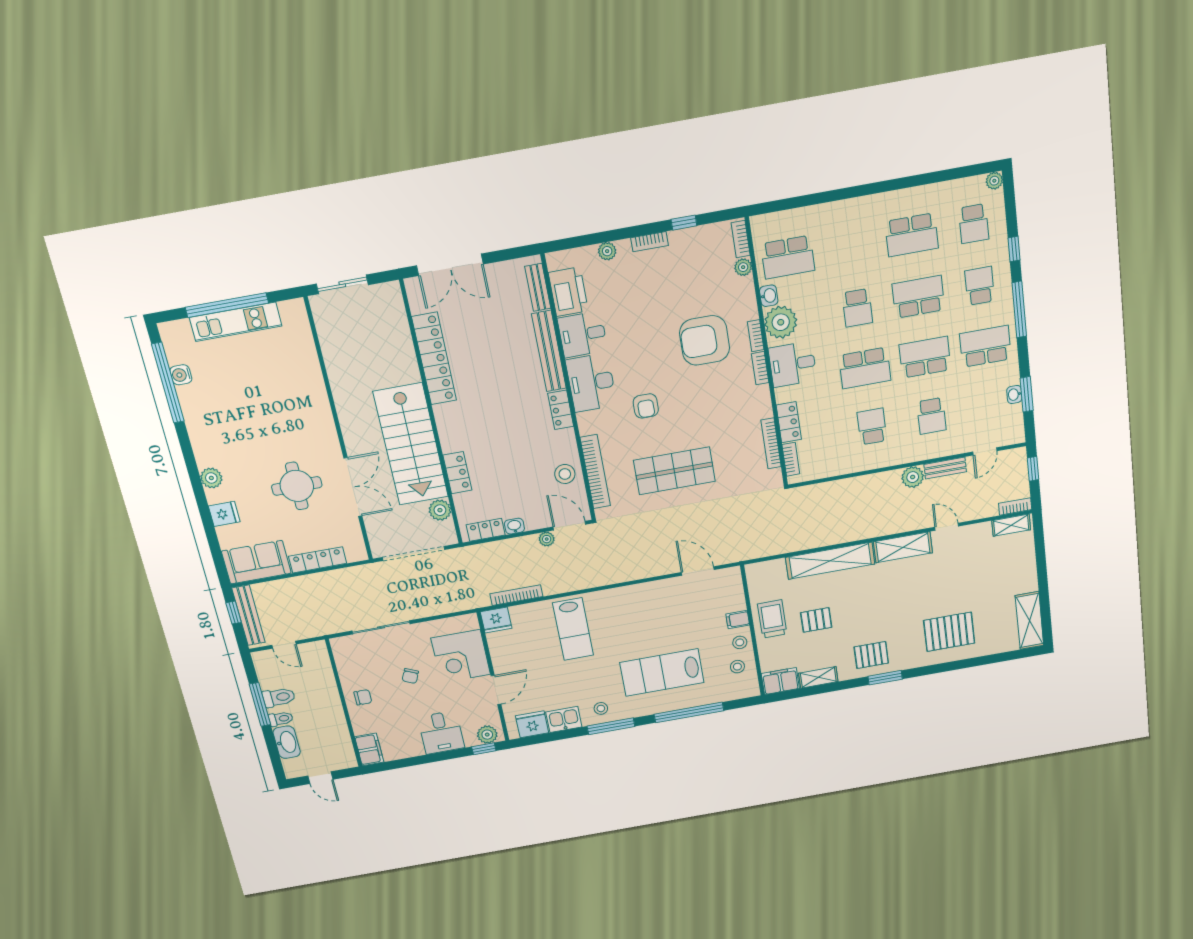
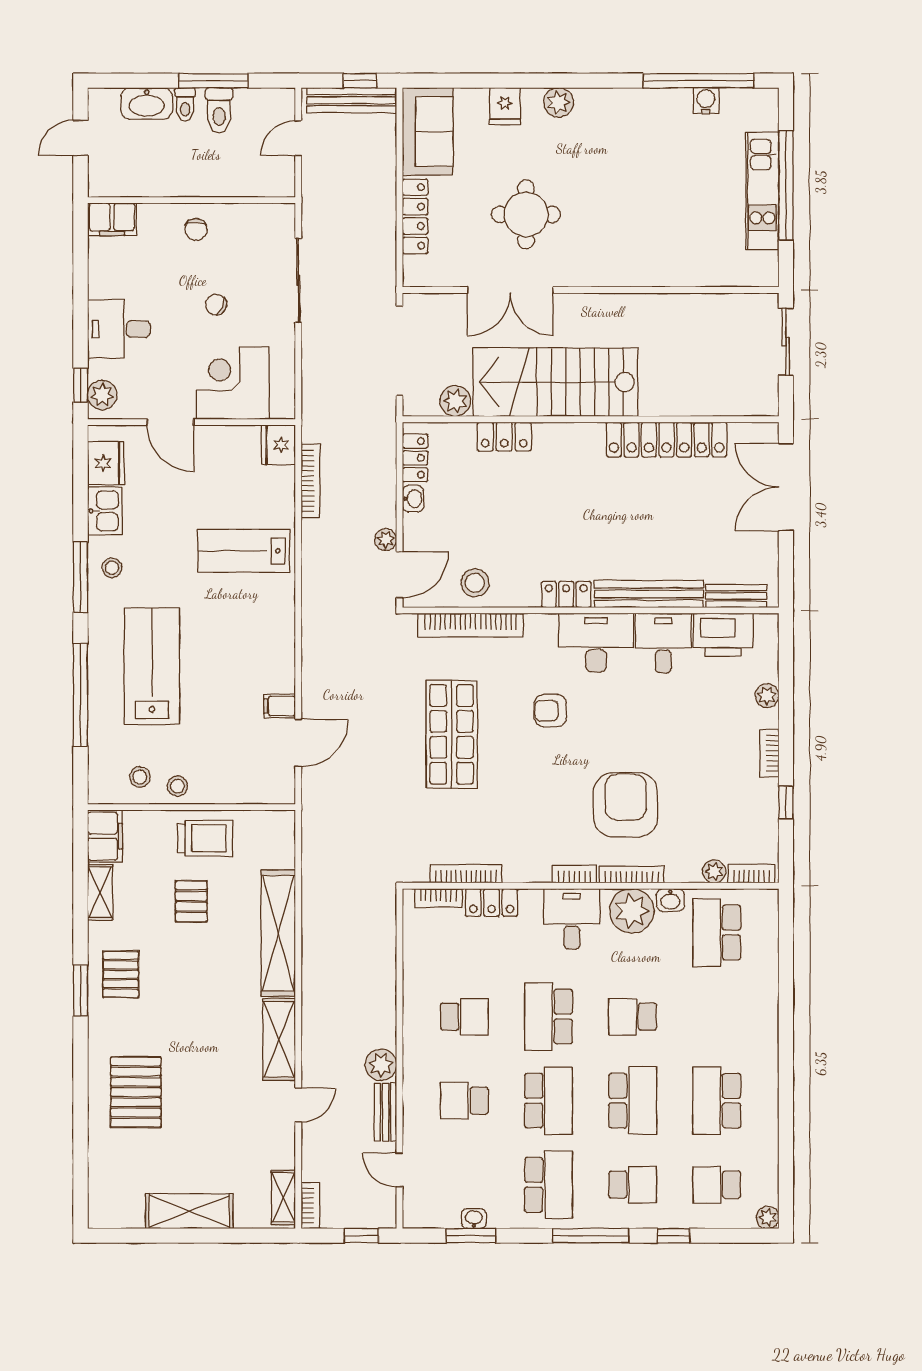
bookcase: (756, 336) -> (632, 875), width x1.56
filing cabinet: (738, 620) -> (280, 706), moved, turned -90
shelving: (1029, 621) -> (189, 1211), moved

